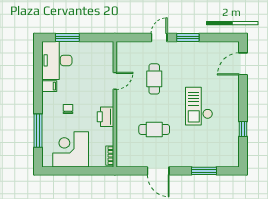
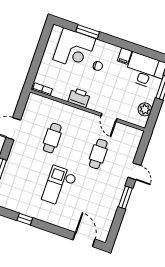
plant: (95, 48) -> (145, 109), added
cafe table: (154, 79) -> (98, 154), turned 90
checkout: (199, 106) -> (59, 186), turned -90
window: (38, 131) -> (88, 32), width x0.69
corner desk: (71, 149) -> (74, 49), moved, turned 90

